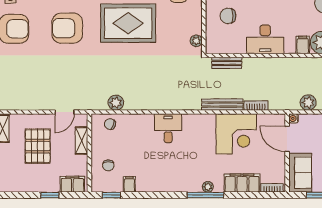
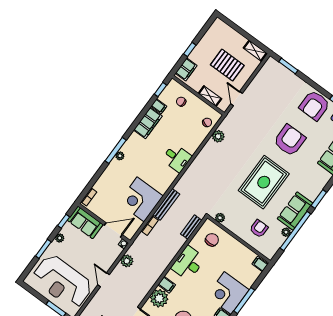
chair: (228, 16) -> (212, 240), moved
filing cabinet: (242, 183) -> (148, 123), moved

